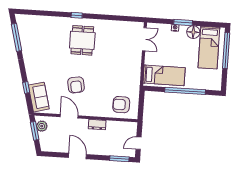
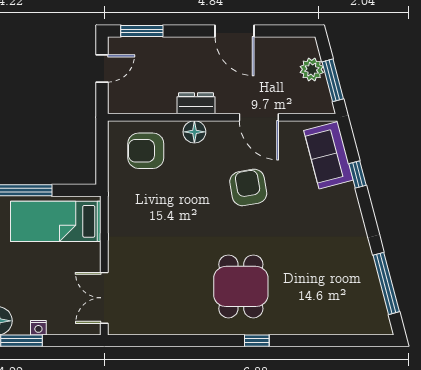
armchair: (121, 105) -> (146, 151), turned 180
floor lamp: (99, 112) -> (194, 132), added
plant: (42, 126) -> (312, 69), moved

